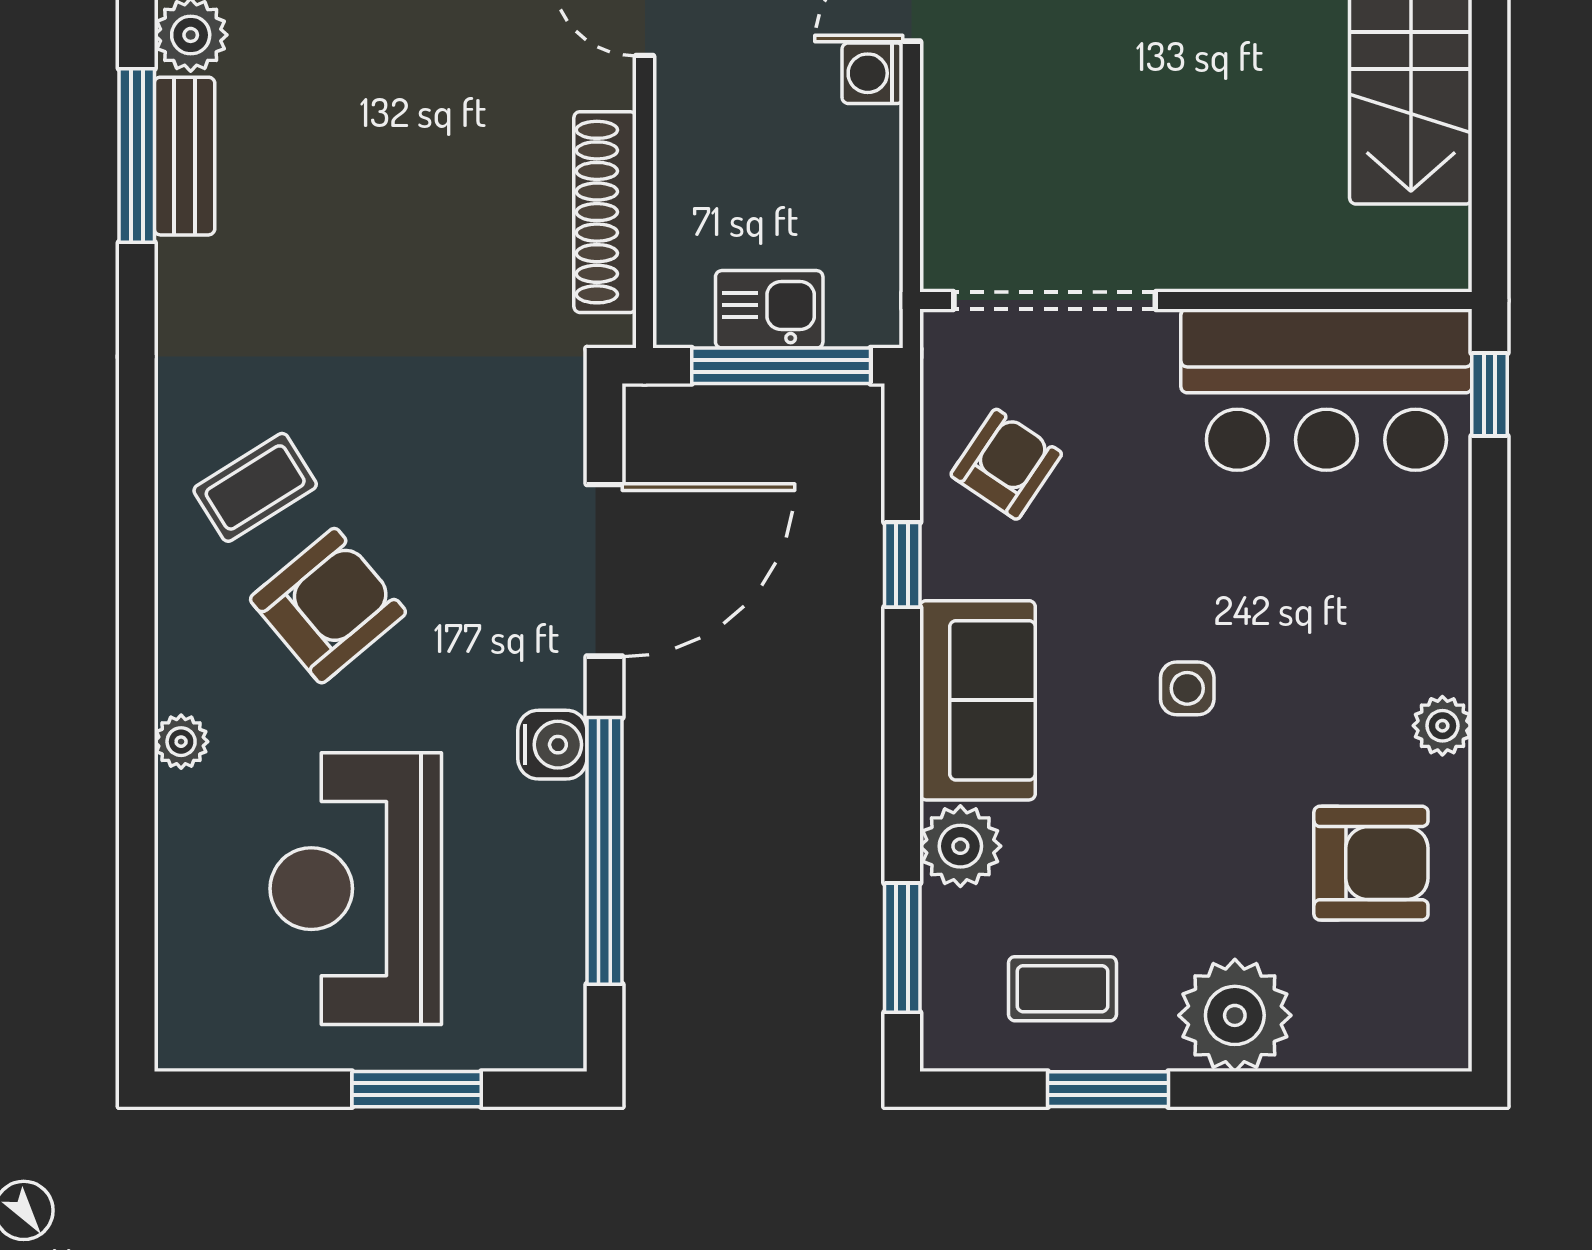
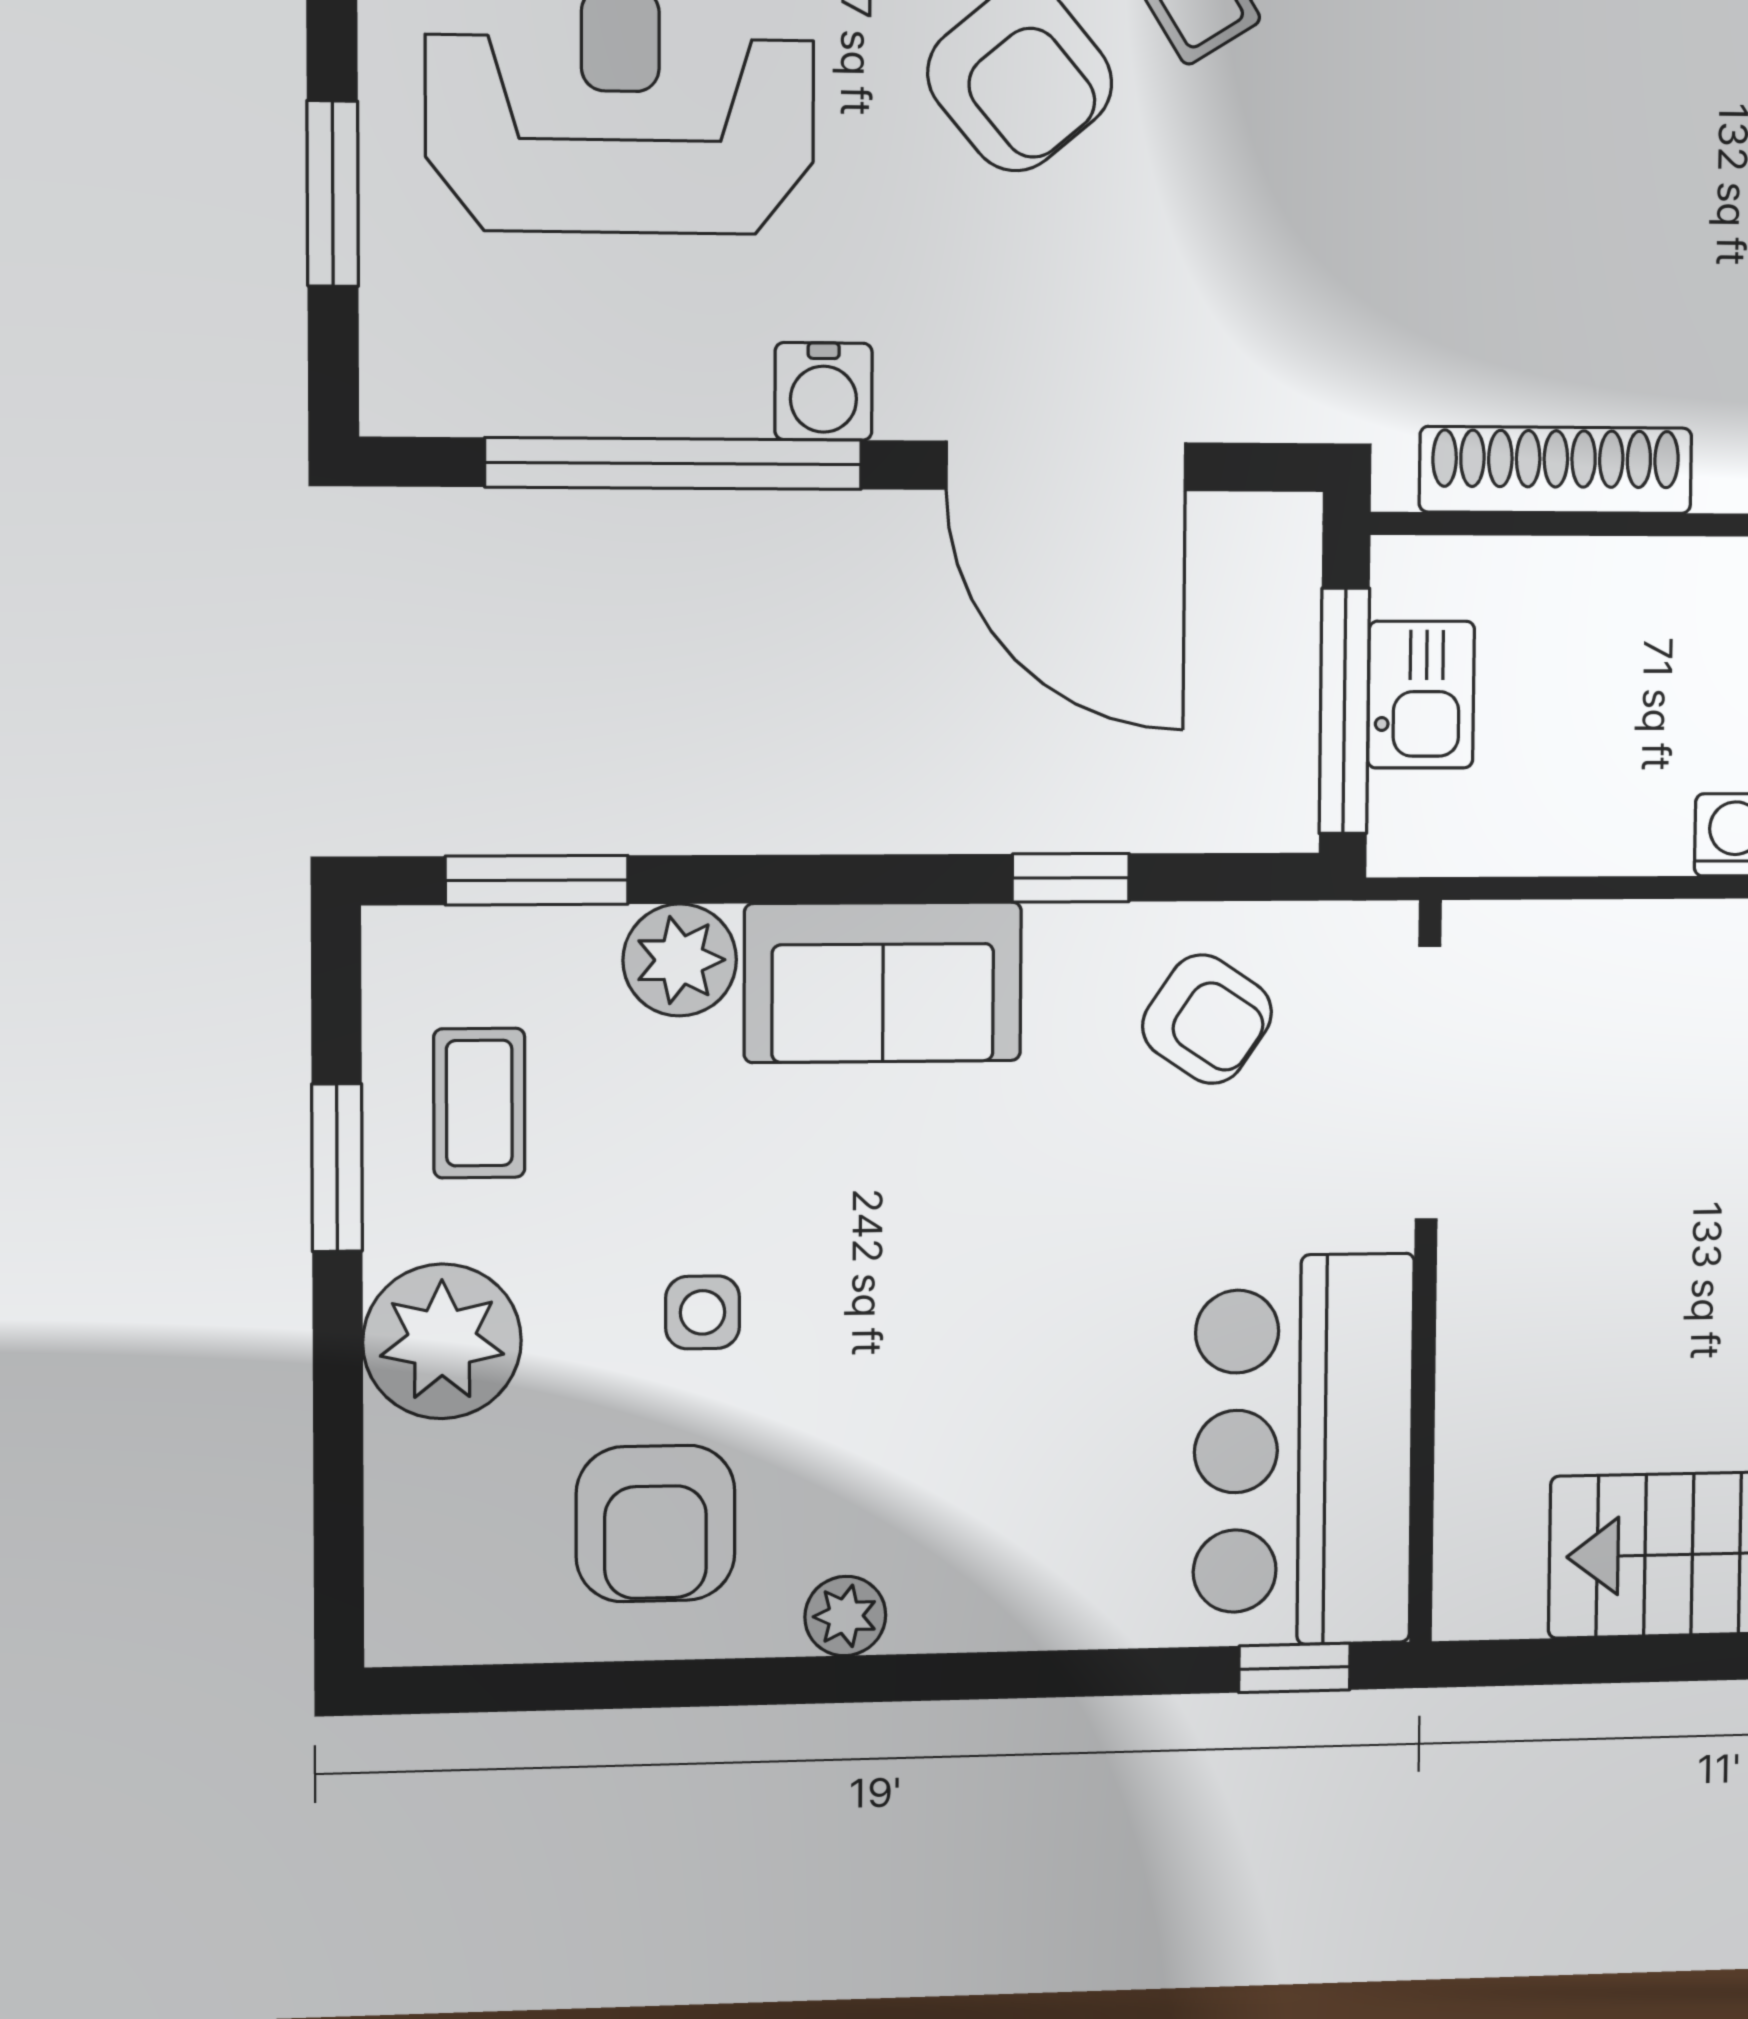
side table: (1187, 688) -> (703, 1312), moved

